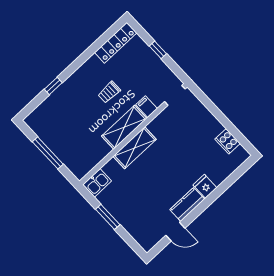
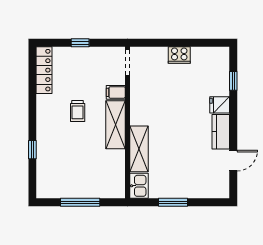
cooker: (228, 141) -> (179, 55), moved
shelving: (135, 148) -> (139, 149), moved
window: (230, 180) -> (233, 81), added

